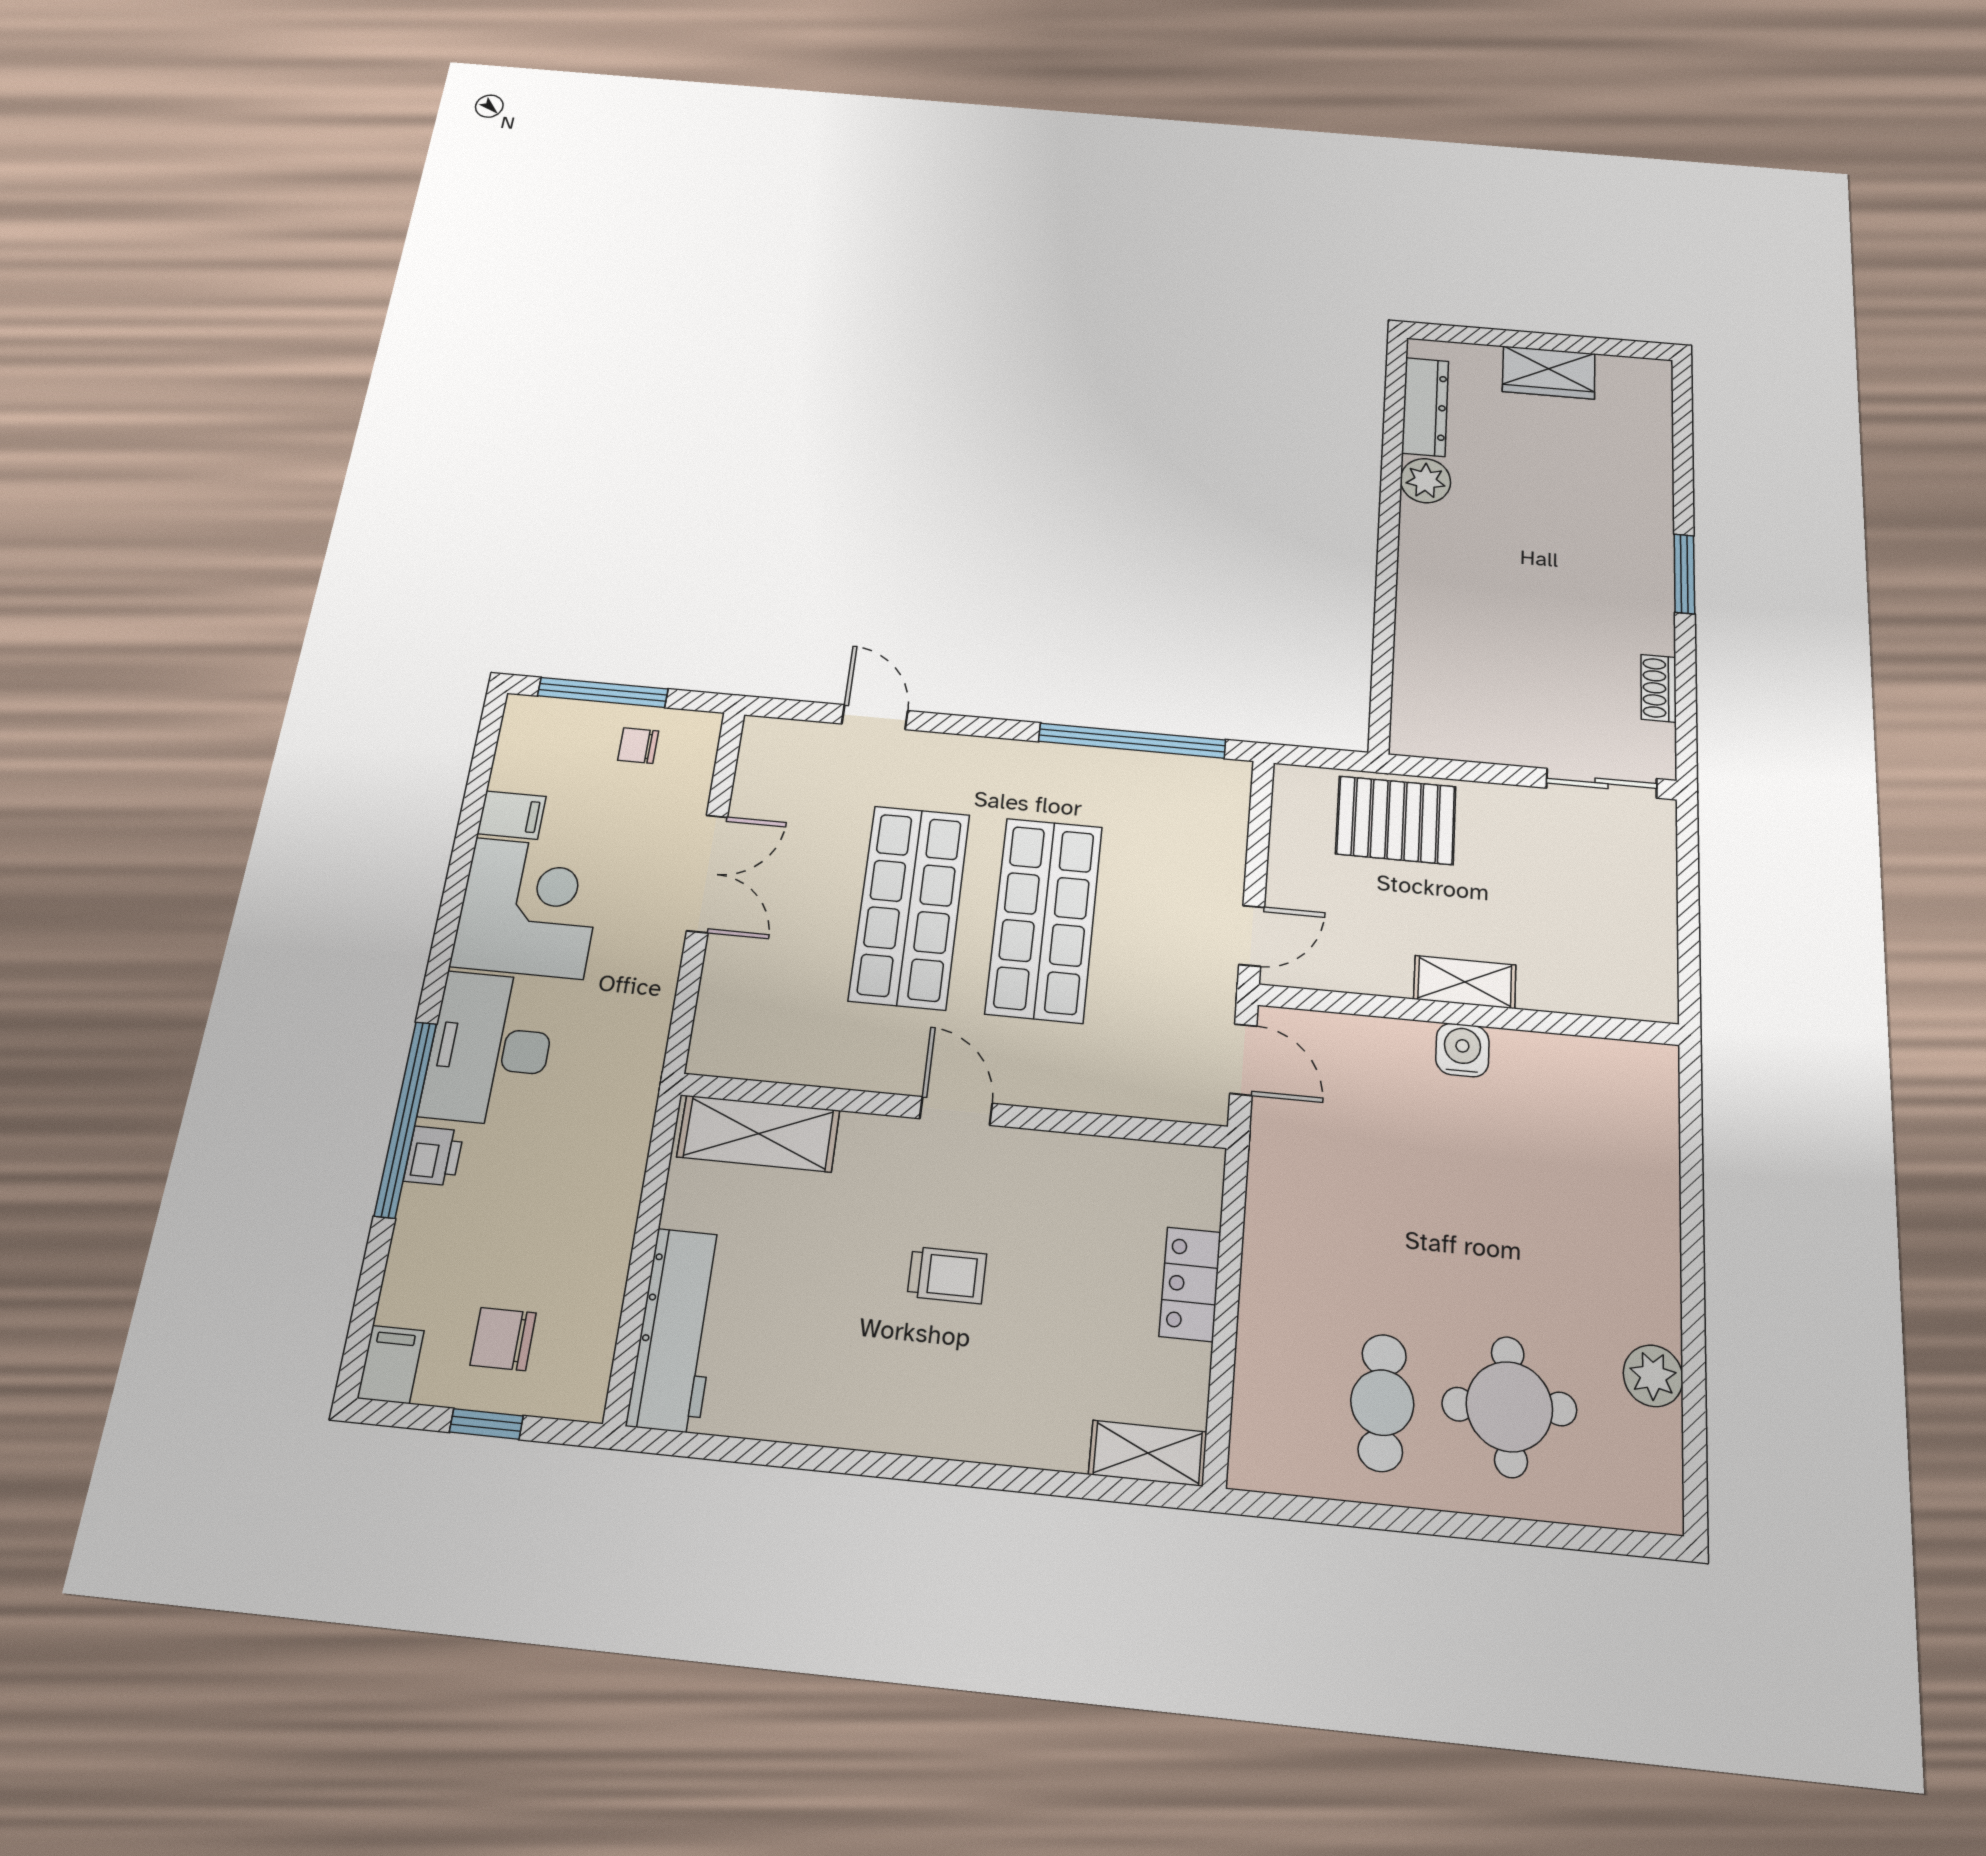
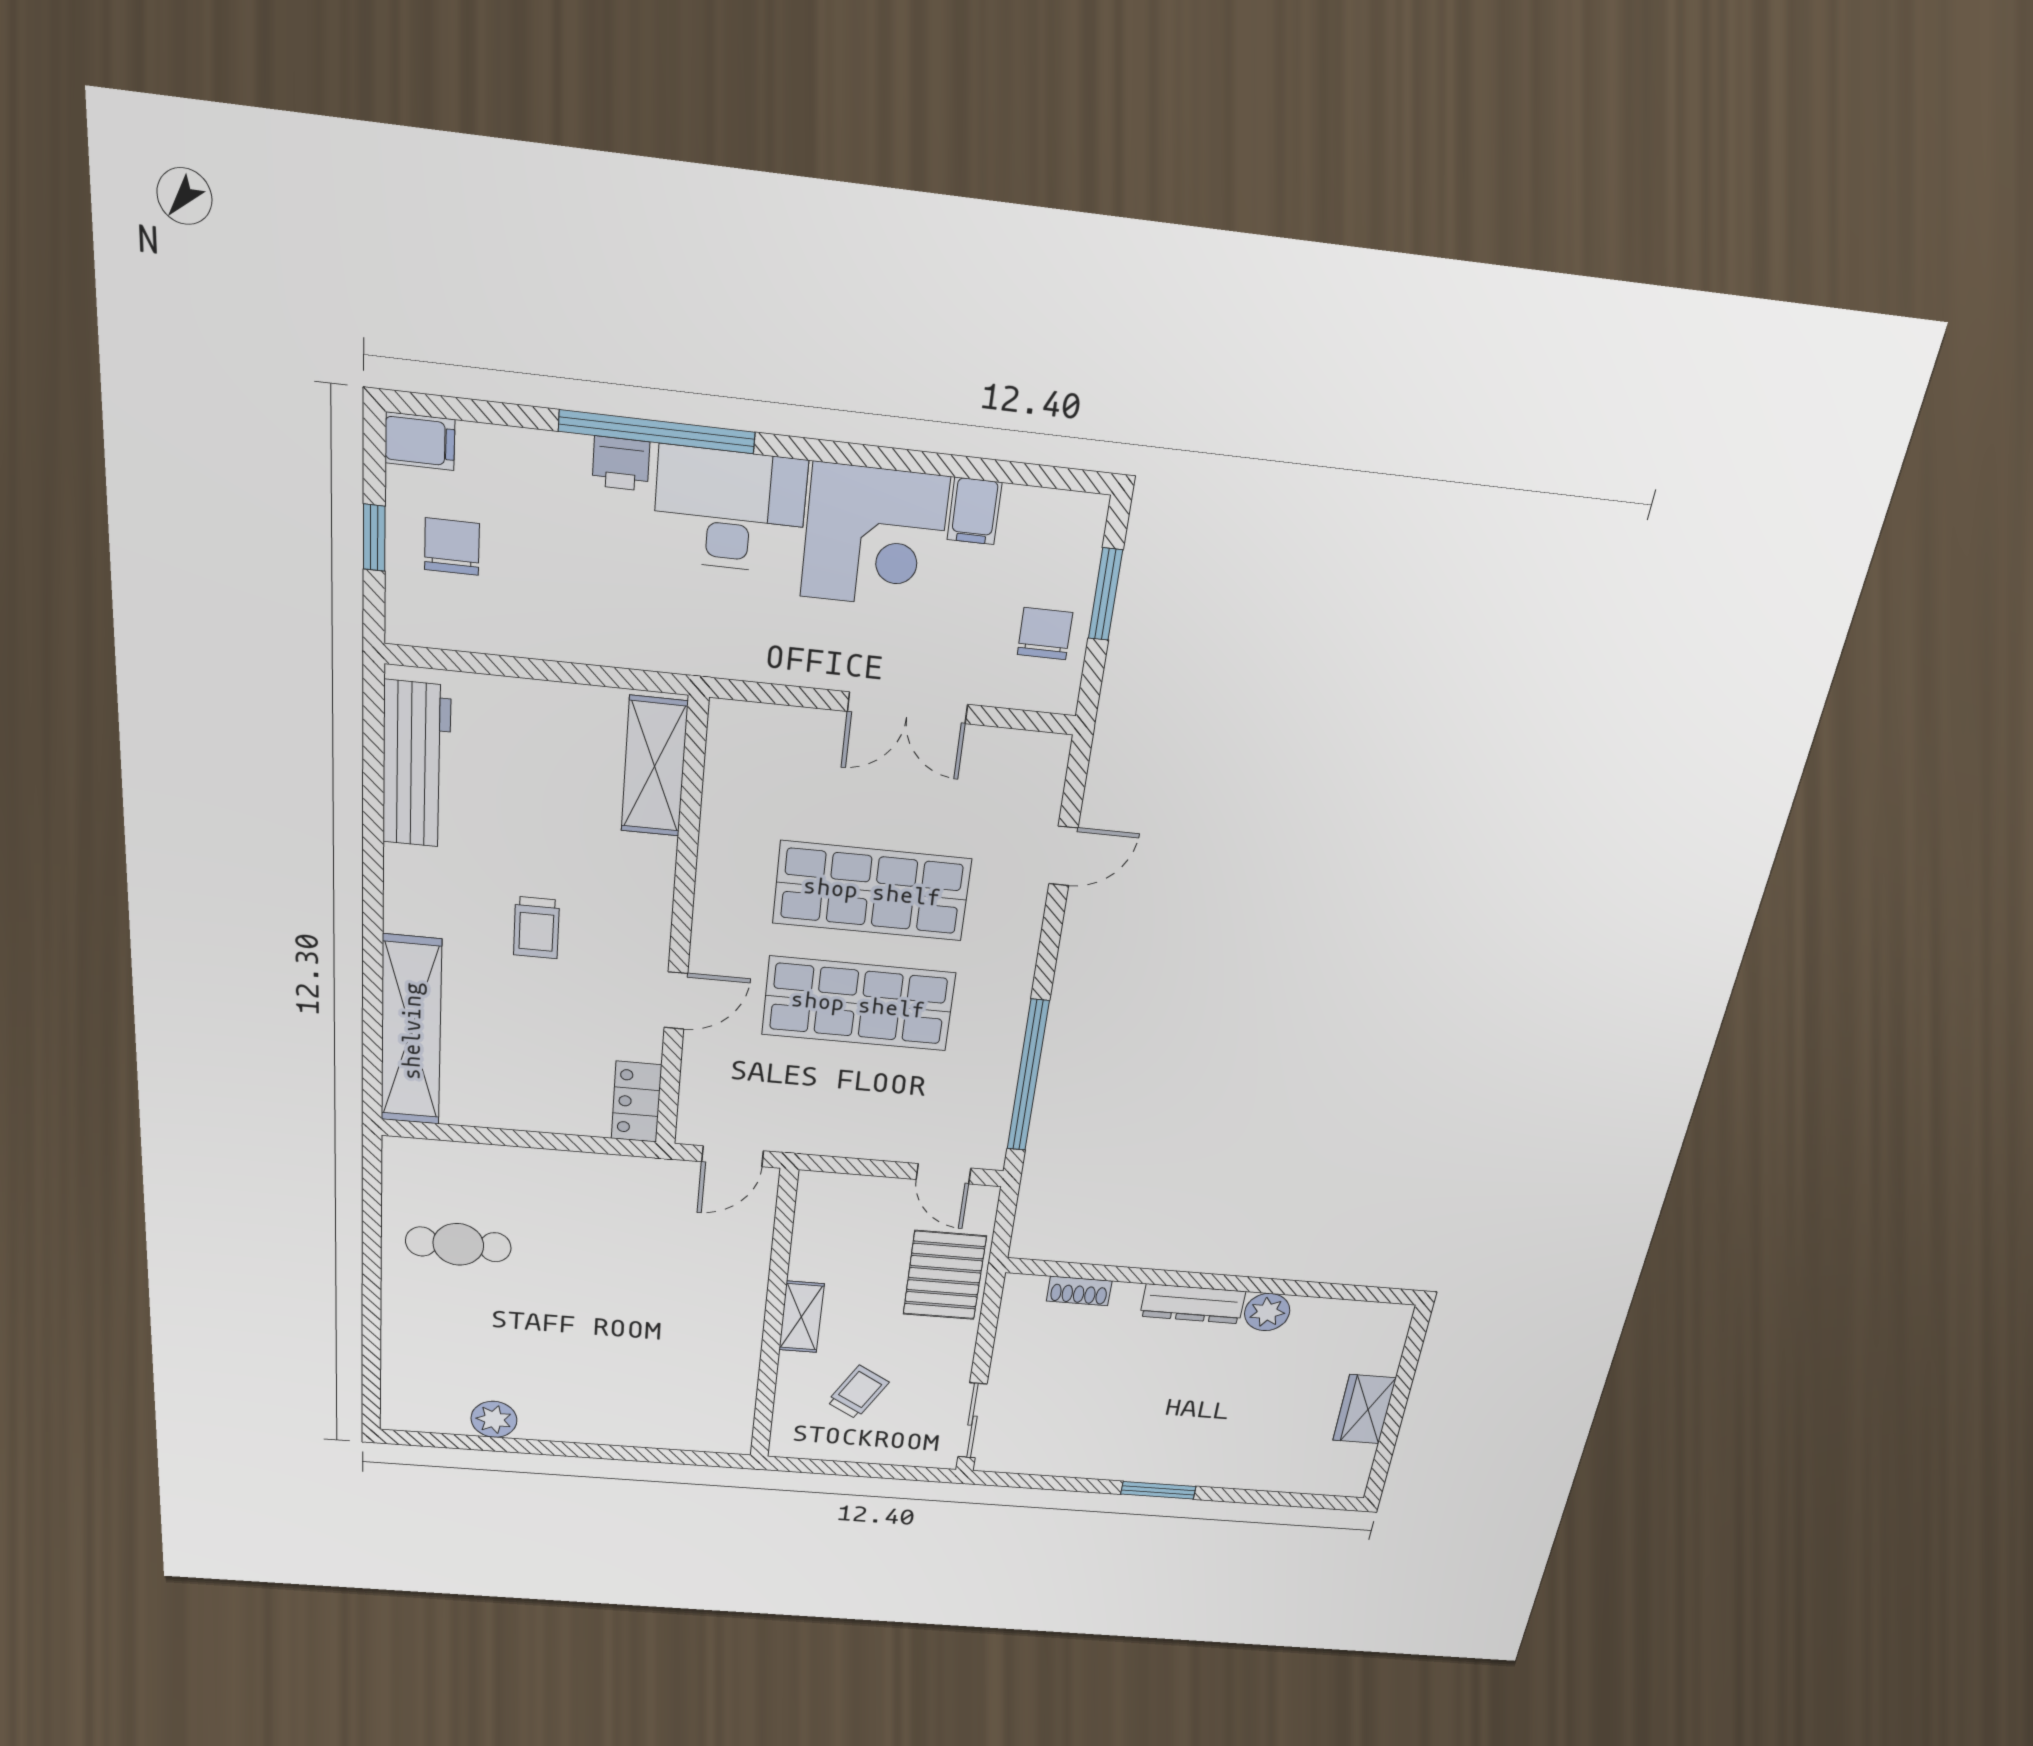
dresser: (1425, 407) -> (1193, 1304), moved
shoe rack: (1659, 688) -> (1079, 1291), moved, turned 180
window: (603, 692) -> (1105, 594), width x0.69
chair: (638, 746) -> (1045, 634), width x1.37, depth x1.37
trolley: (1571, 916) -> (858, 1392), added
door: (1252, 936) -> (943, 1174), moved
water cooler: (1462, 1050) -> (744, 1312), removed
door: (956, 1111) -> (676, 1001), moved
locker: (1190, 1284) -> (636, 1102), moved, turned -90
workbench: (677, 1330) -> (416, 765), moved, turned -90
round table: (1509, 1407) -> (463, 1328), removed
shelving: (1148, 1453) -> (411, 1031), width x2.20, depth x1.33

